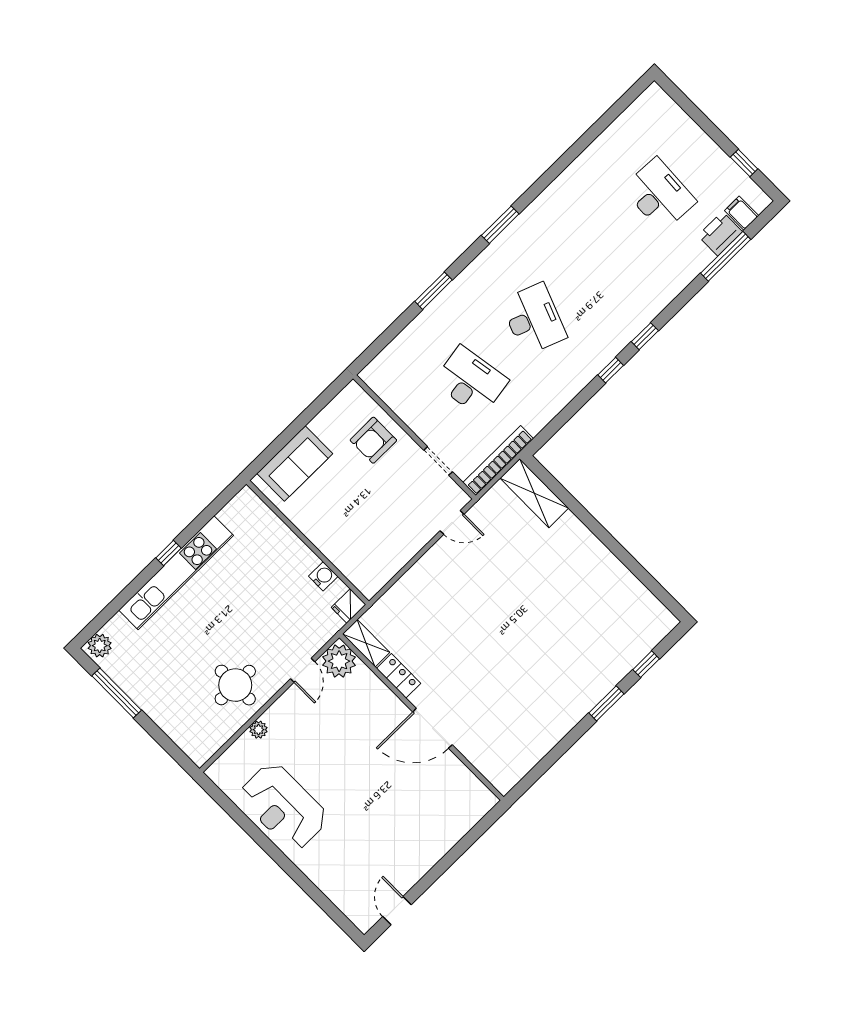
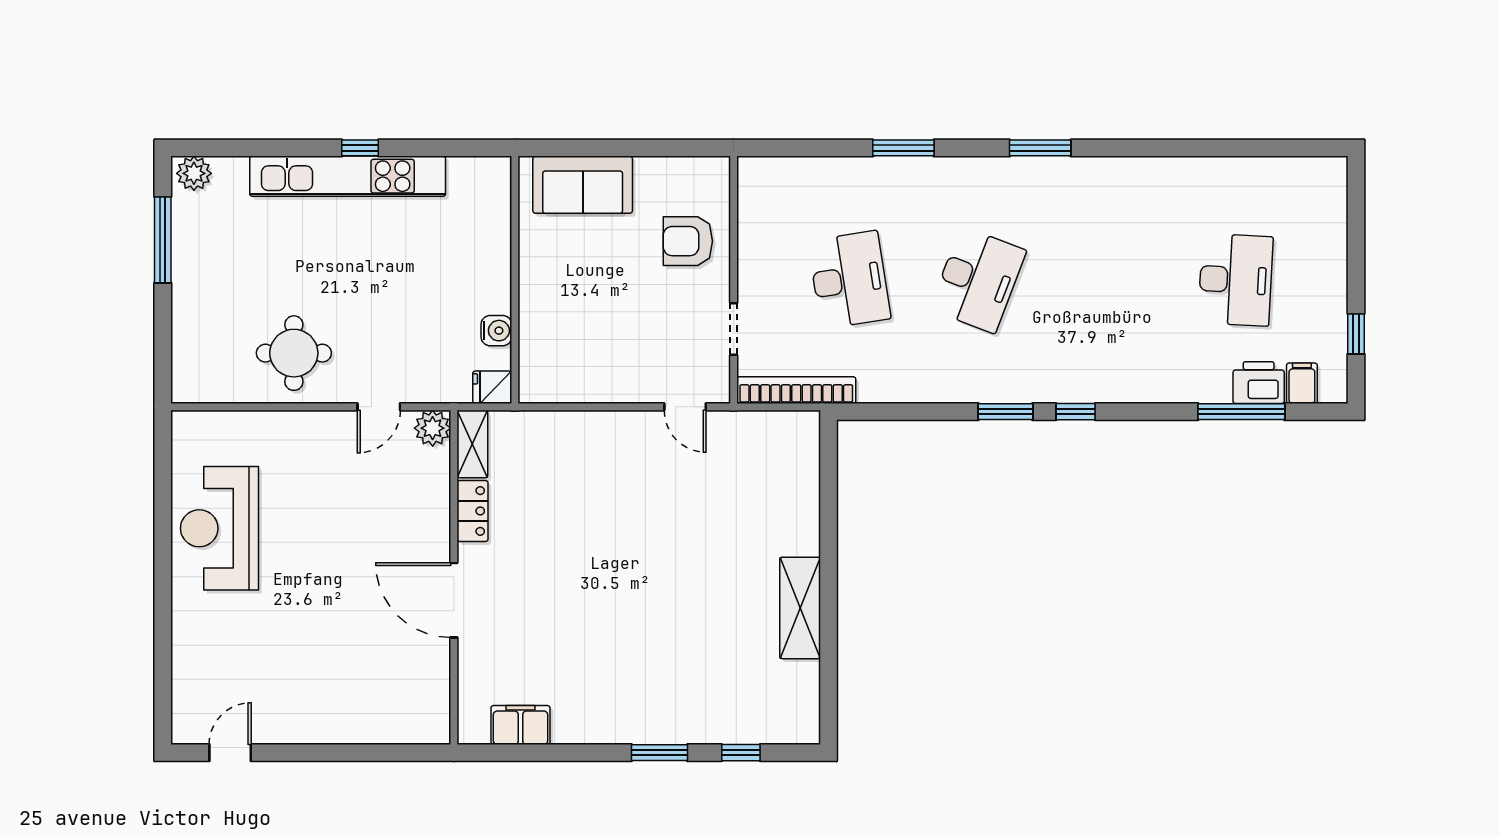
window: (611, 370) -> (1005, 412), width x1.50
shelving: (534, 493) -> (800, 608), moved
plant: (339, 661) -> (433, 428), width x0.73, depth x0.73
plant: (259, 730) -> (272, 423), removed
filing cabinet: (525, 757) -> (520, 725), added

